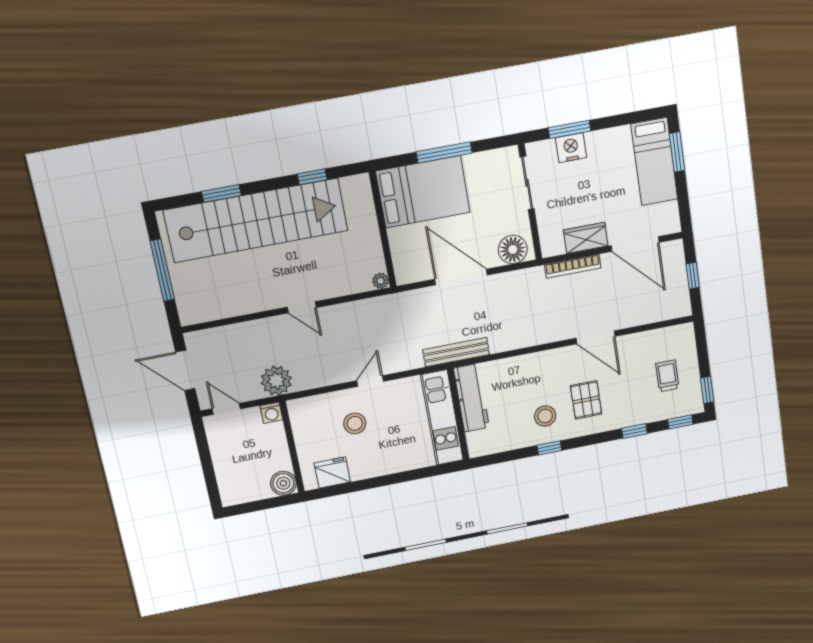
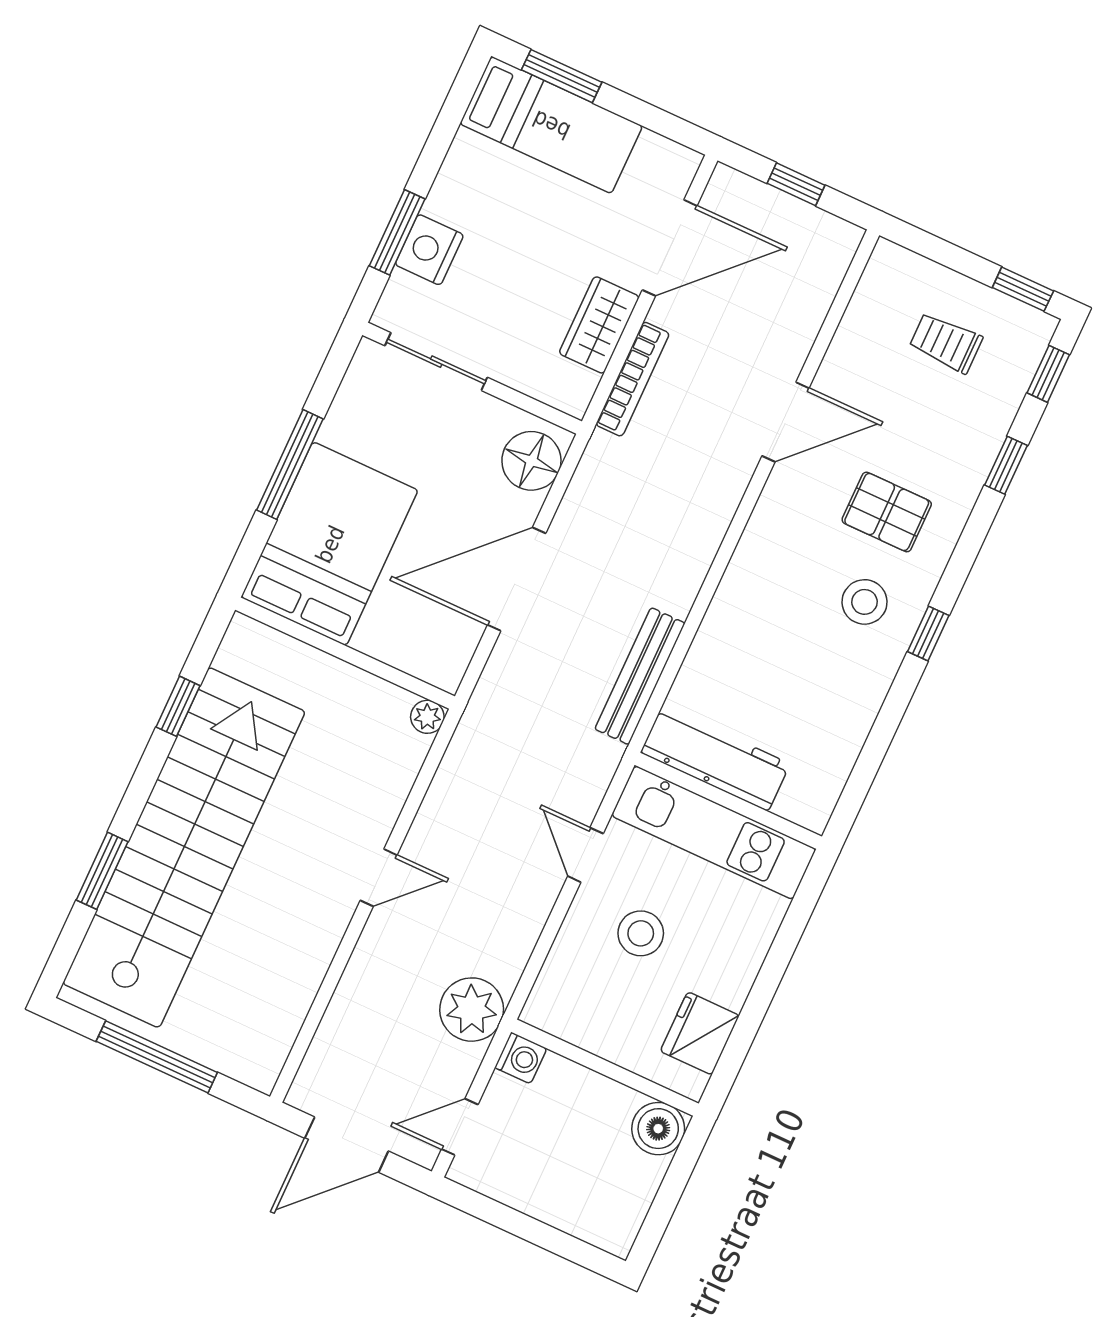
workbench: (471, 398) -> (715, 758), moved
wall: (458, 414) -> (728, 801), moved
kitchen unit: (442, 418) -> (714, 832), moved

